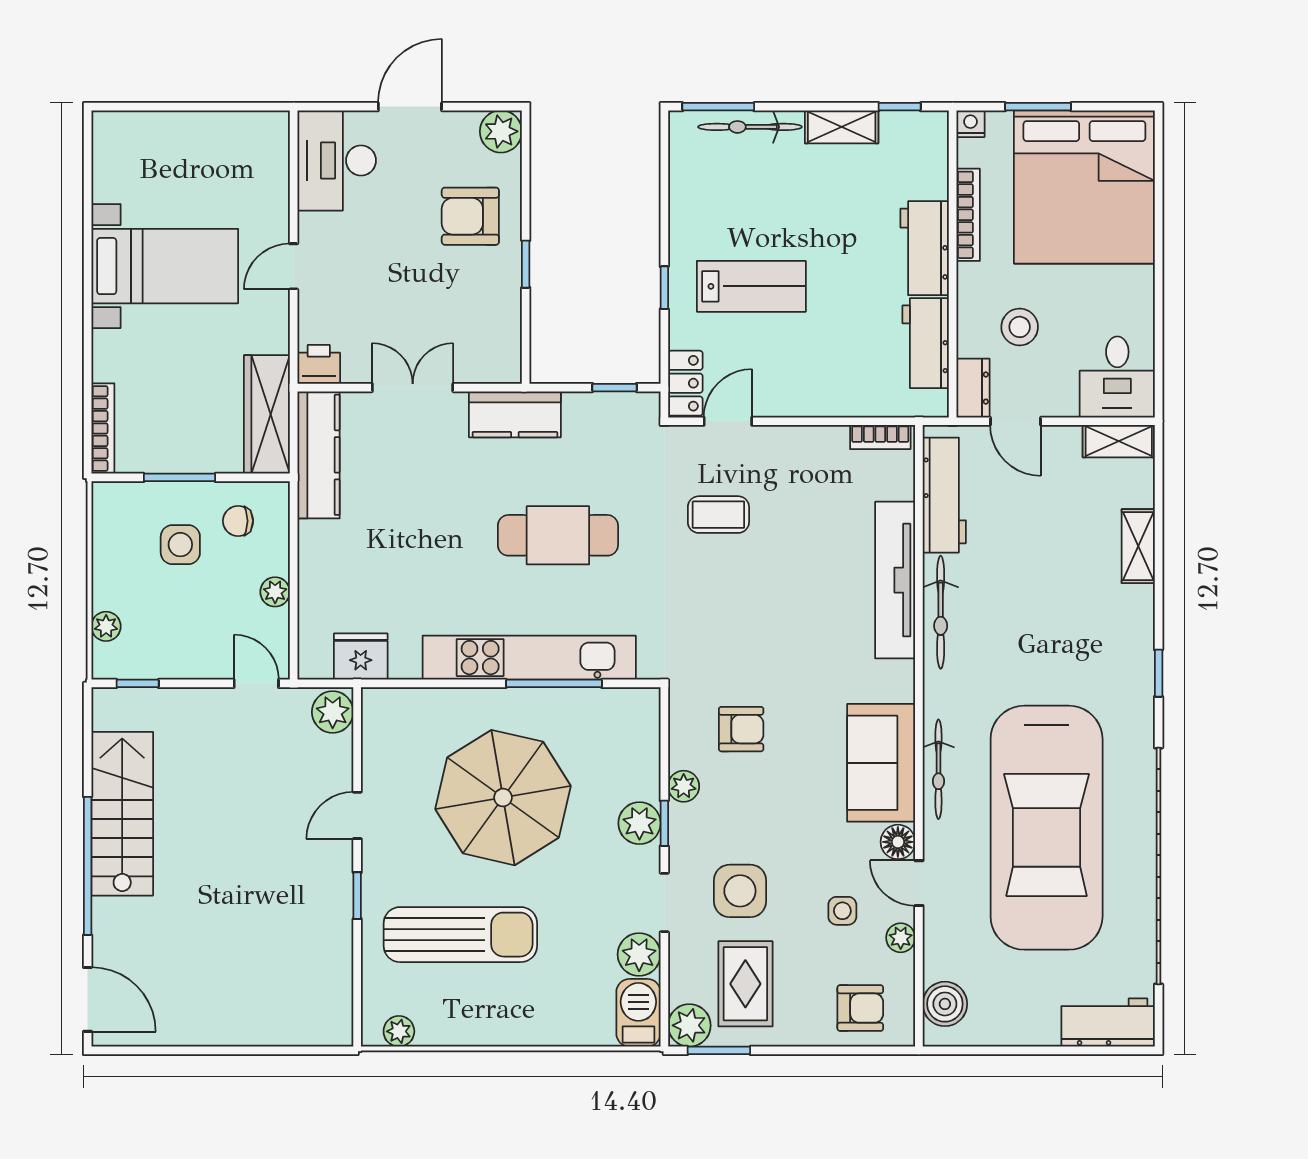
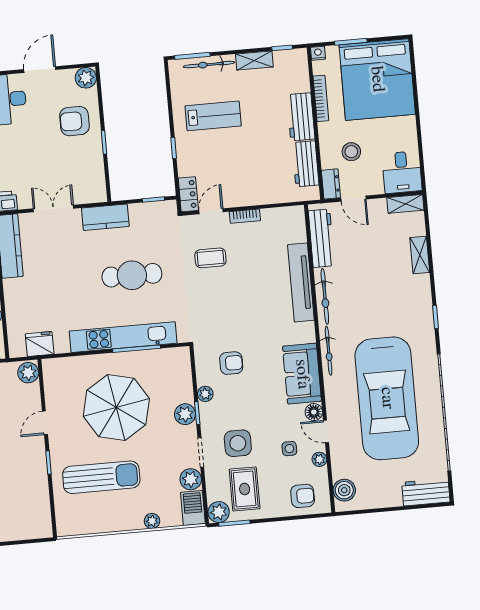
lab bench: (751, 286) -> (213, 116), moved
bookcase: (880, 437) -> (245, 216), moved
bicycle: (938, 769) -> (329, 351), moved
plant: (399, 1031) -> (152, 521), moved

